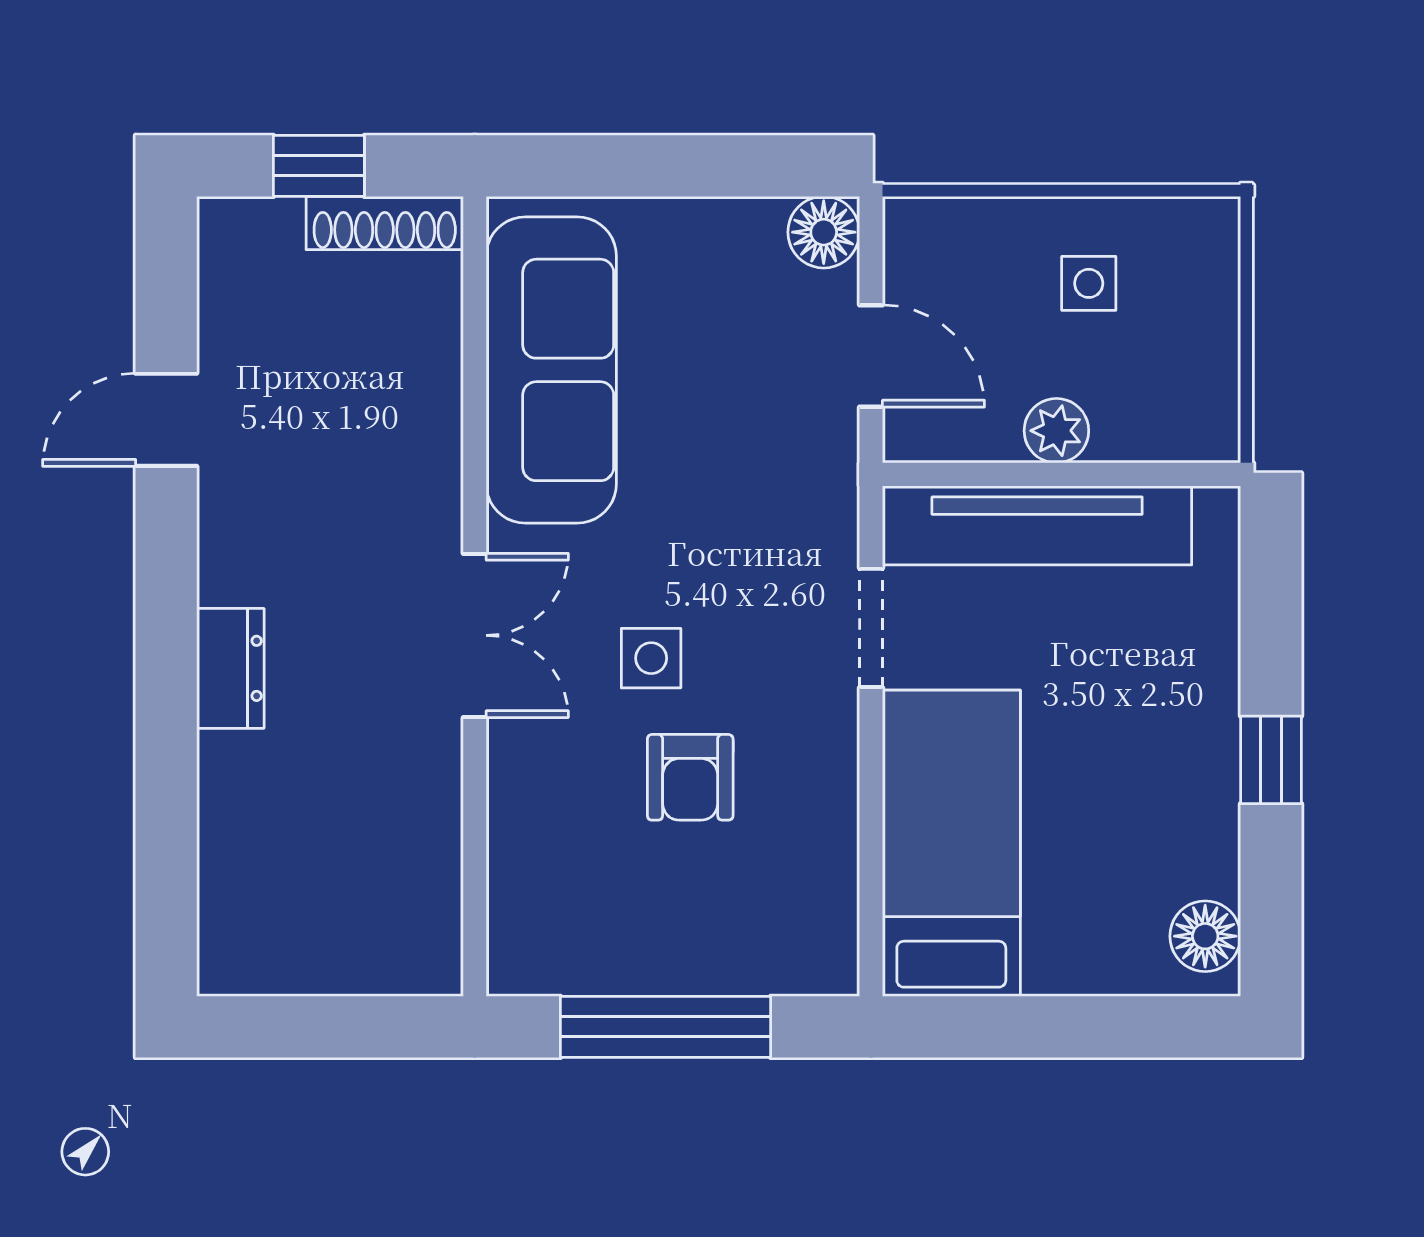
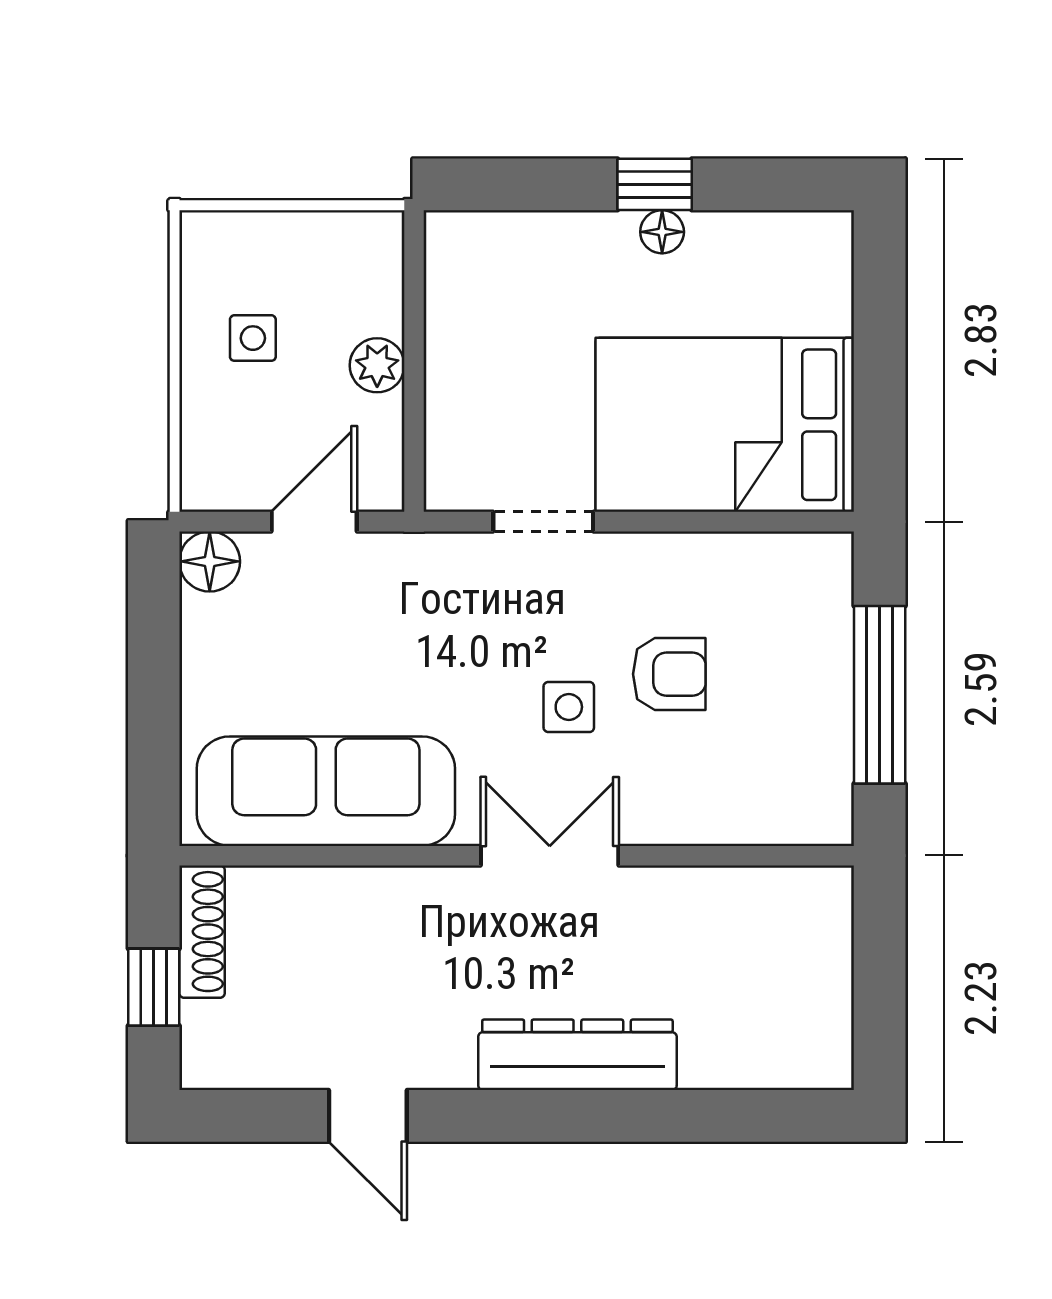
tv unit: (1037, 525) -> (457, 382), removed
dresser: (230, 668) -> (577, 1055), width x1.96, depth x1.24
bed: (951, 843) -> (725, 425), width x1.50
floor lamp: (1205, 936) -> (662, 232), moved, width x0.73, depth x0.73

